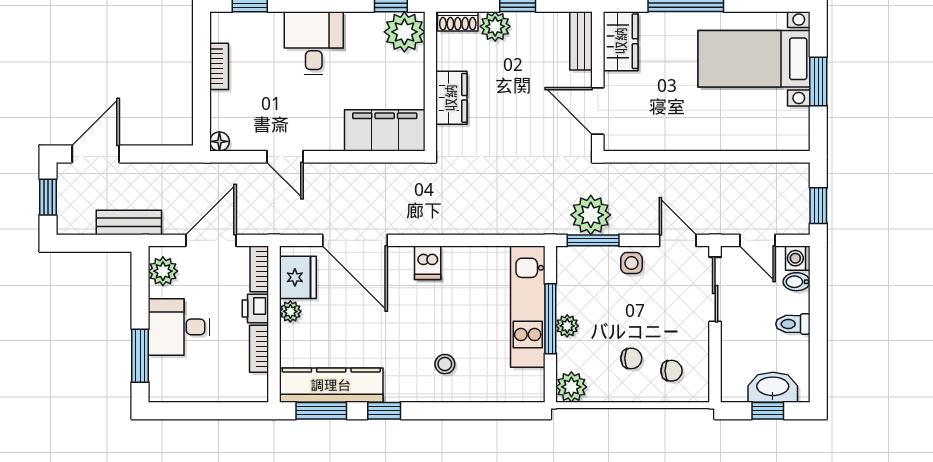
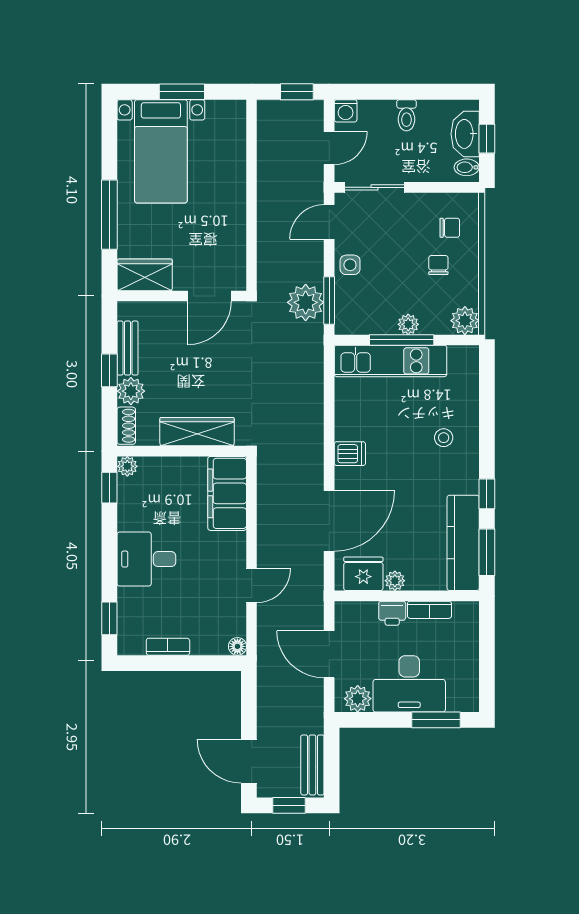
plant: (404, 32) -> (127, 466), width x0.53, depth x0.53
bench: (581, 41) -> (128, 348), moved, turned 90
wardrobe: (451, 98) -> (197, 432), width x1.50
bench: (129, 222) -> (312, 765), moved
bookcase: (259, 269) -> (356, 610), removed
bidet: (797, 282) -> (467, 167), moved, turned 90
desk: (179, 327) -> (409, 684), width x1.37
chair: (672, 371) -> (450, 228), turned 90

